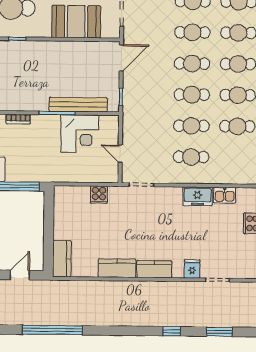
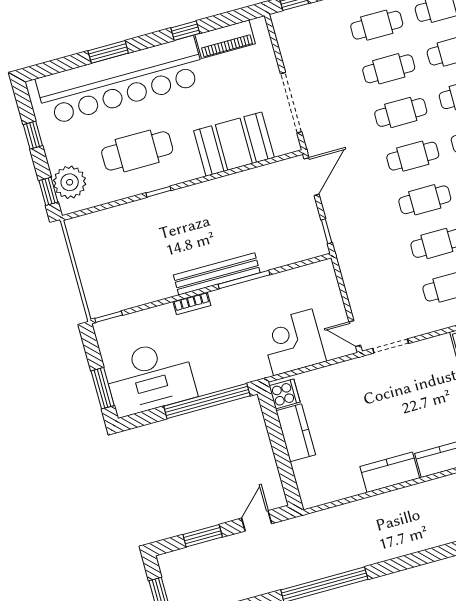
bench: (78, 105) -> (217, 274), moved
corner desk: (80, 134) -> (293, 342), moved, turned 180
door: (120, 154) -> (355, 334), moved
cooker: (99, 195) -> (284, 394), moved, turned -90
kitchen counter: (62, 259) -> (296, 433), moved

